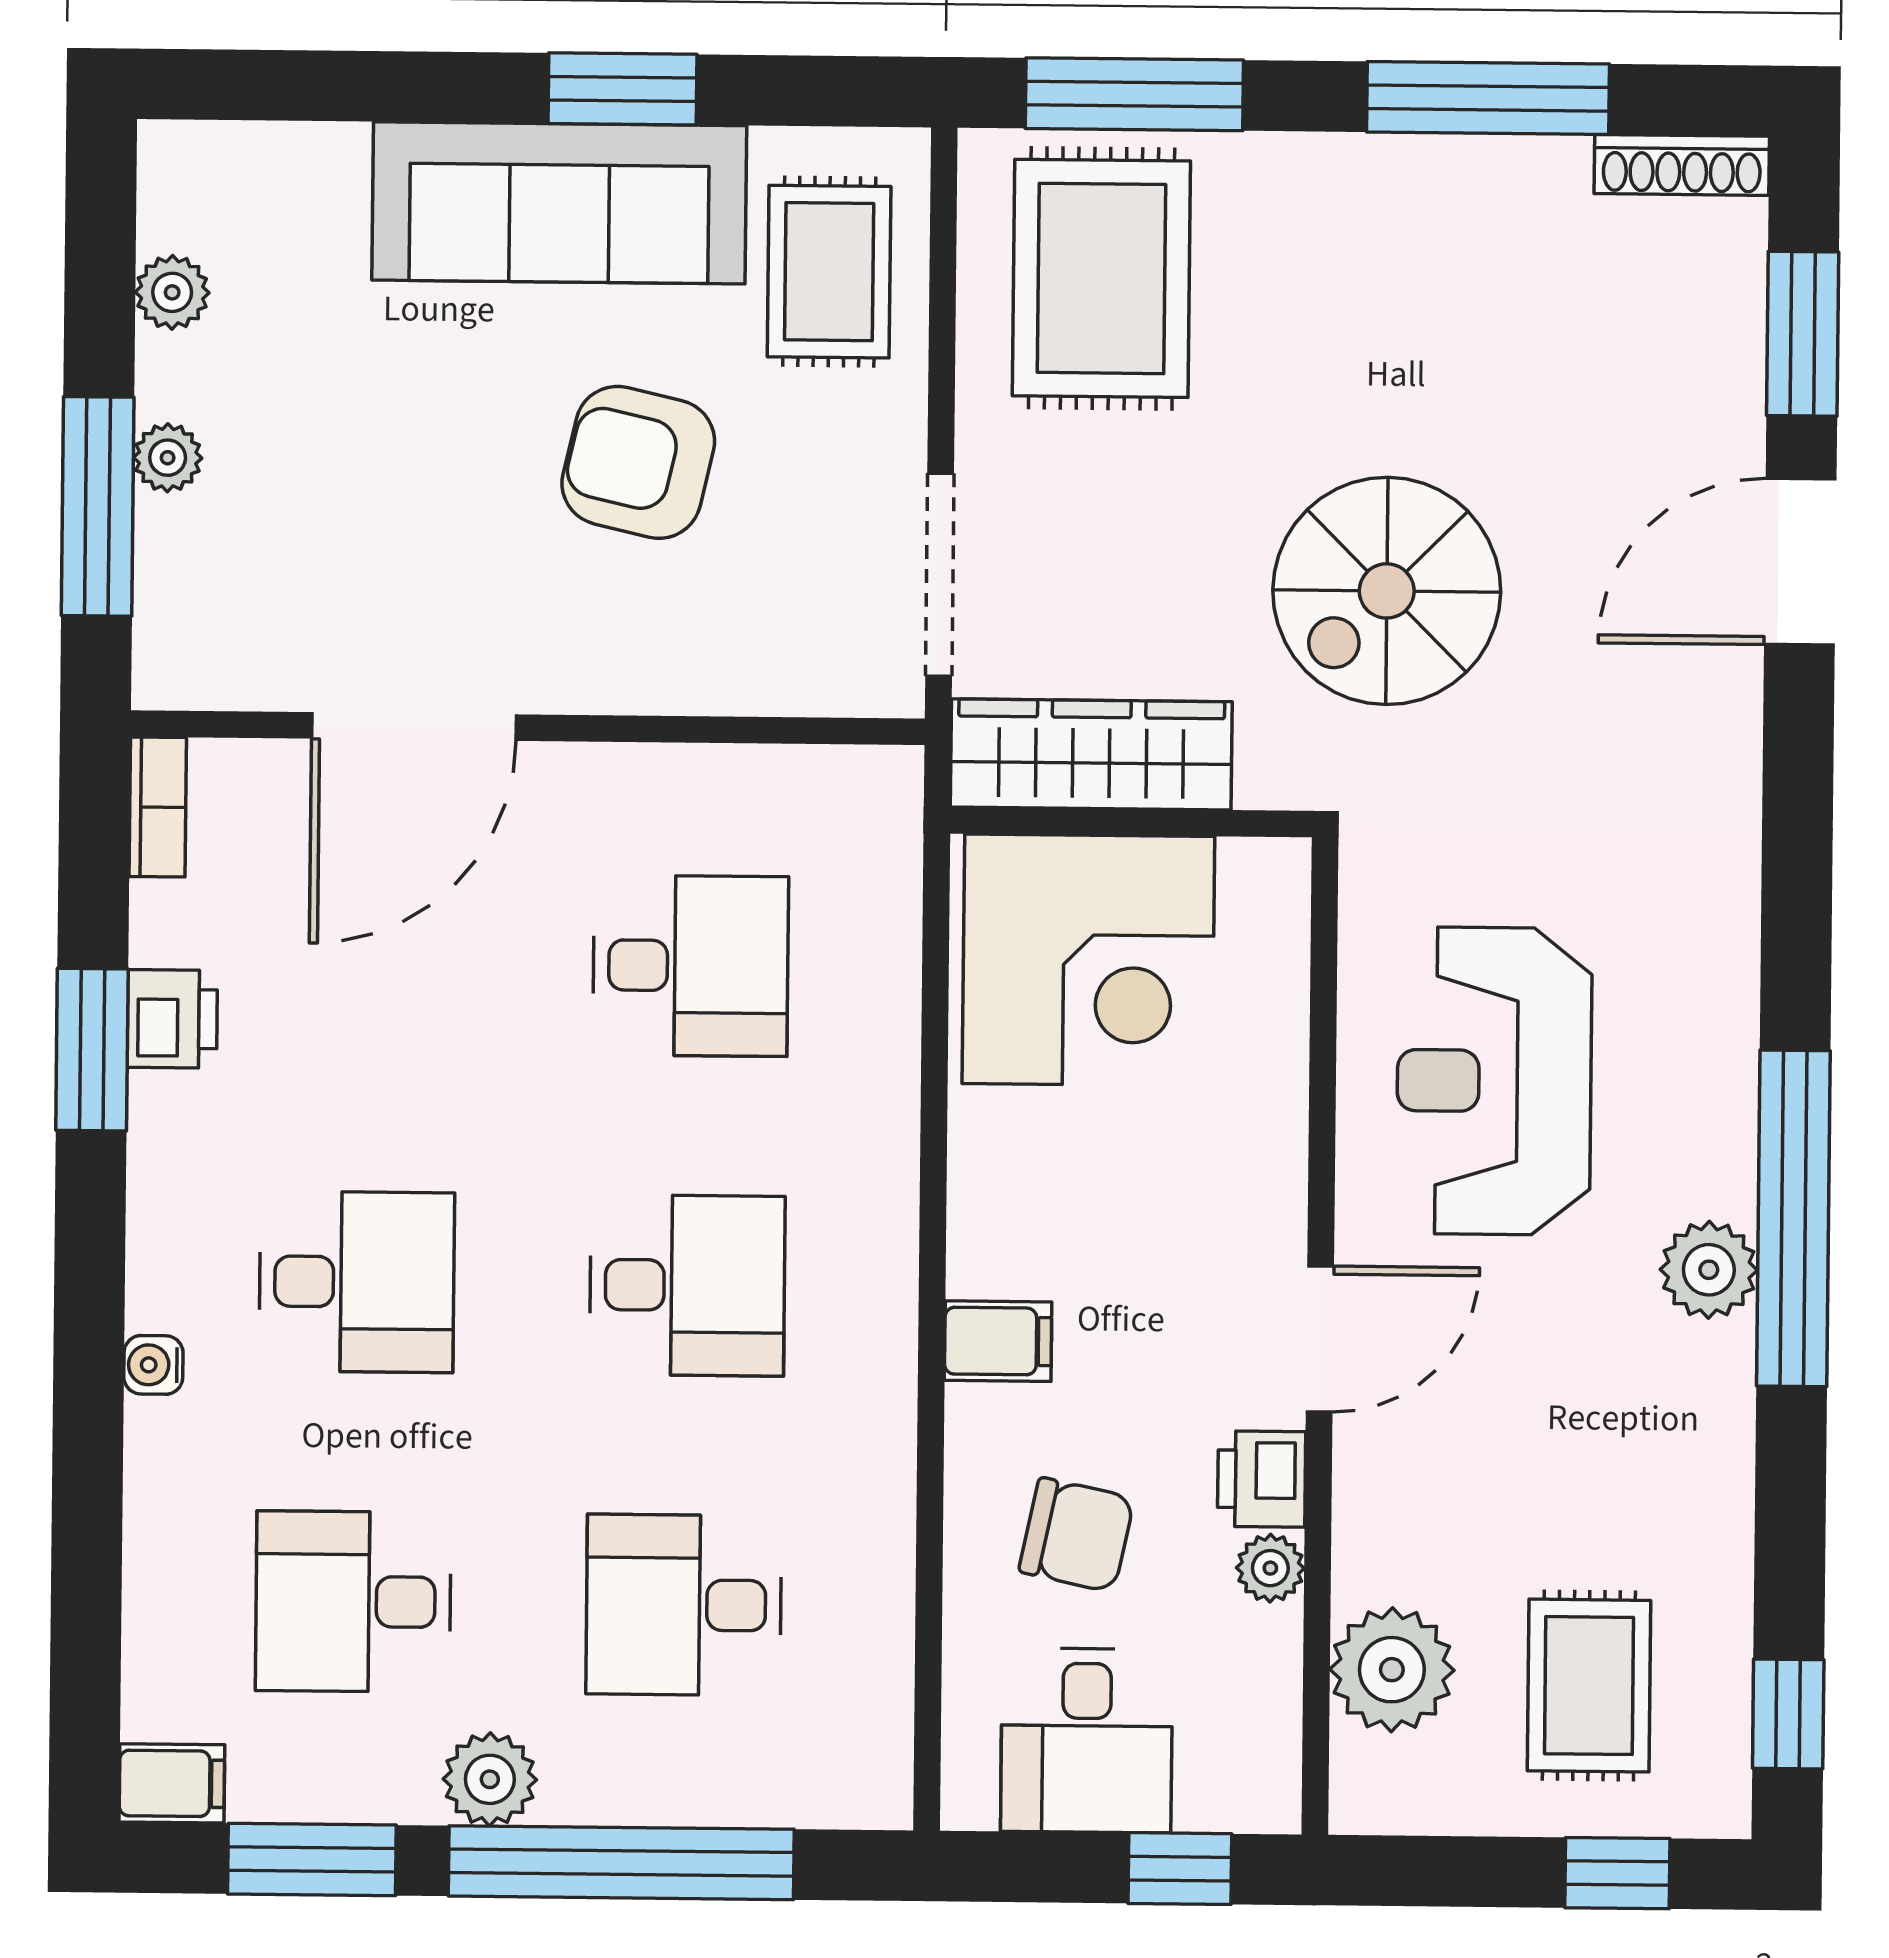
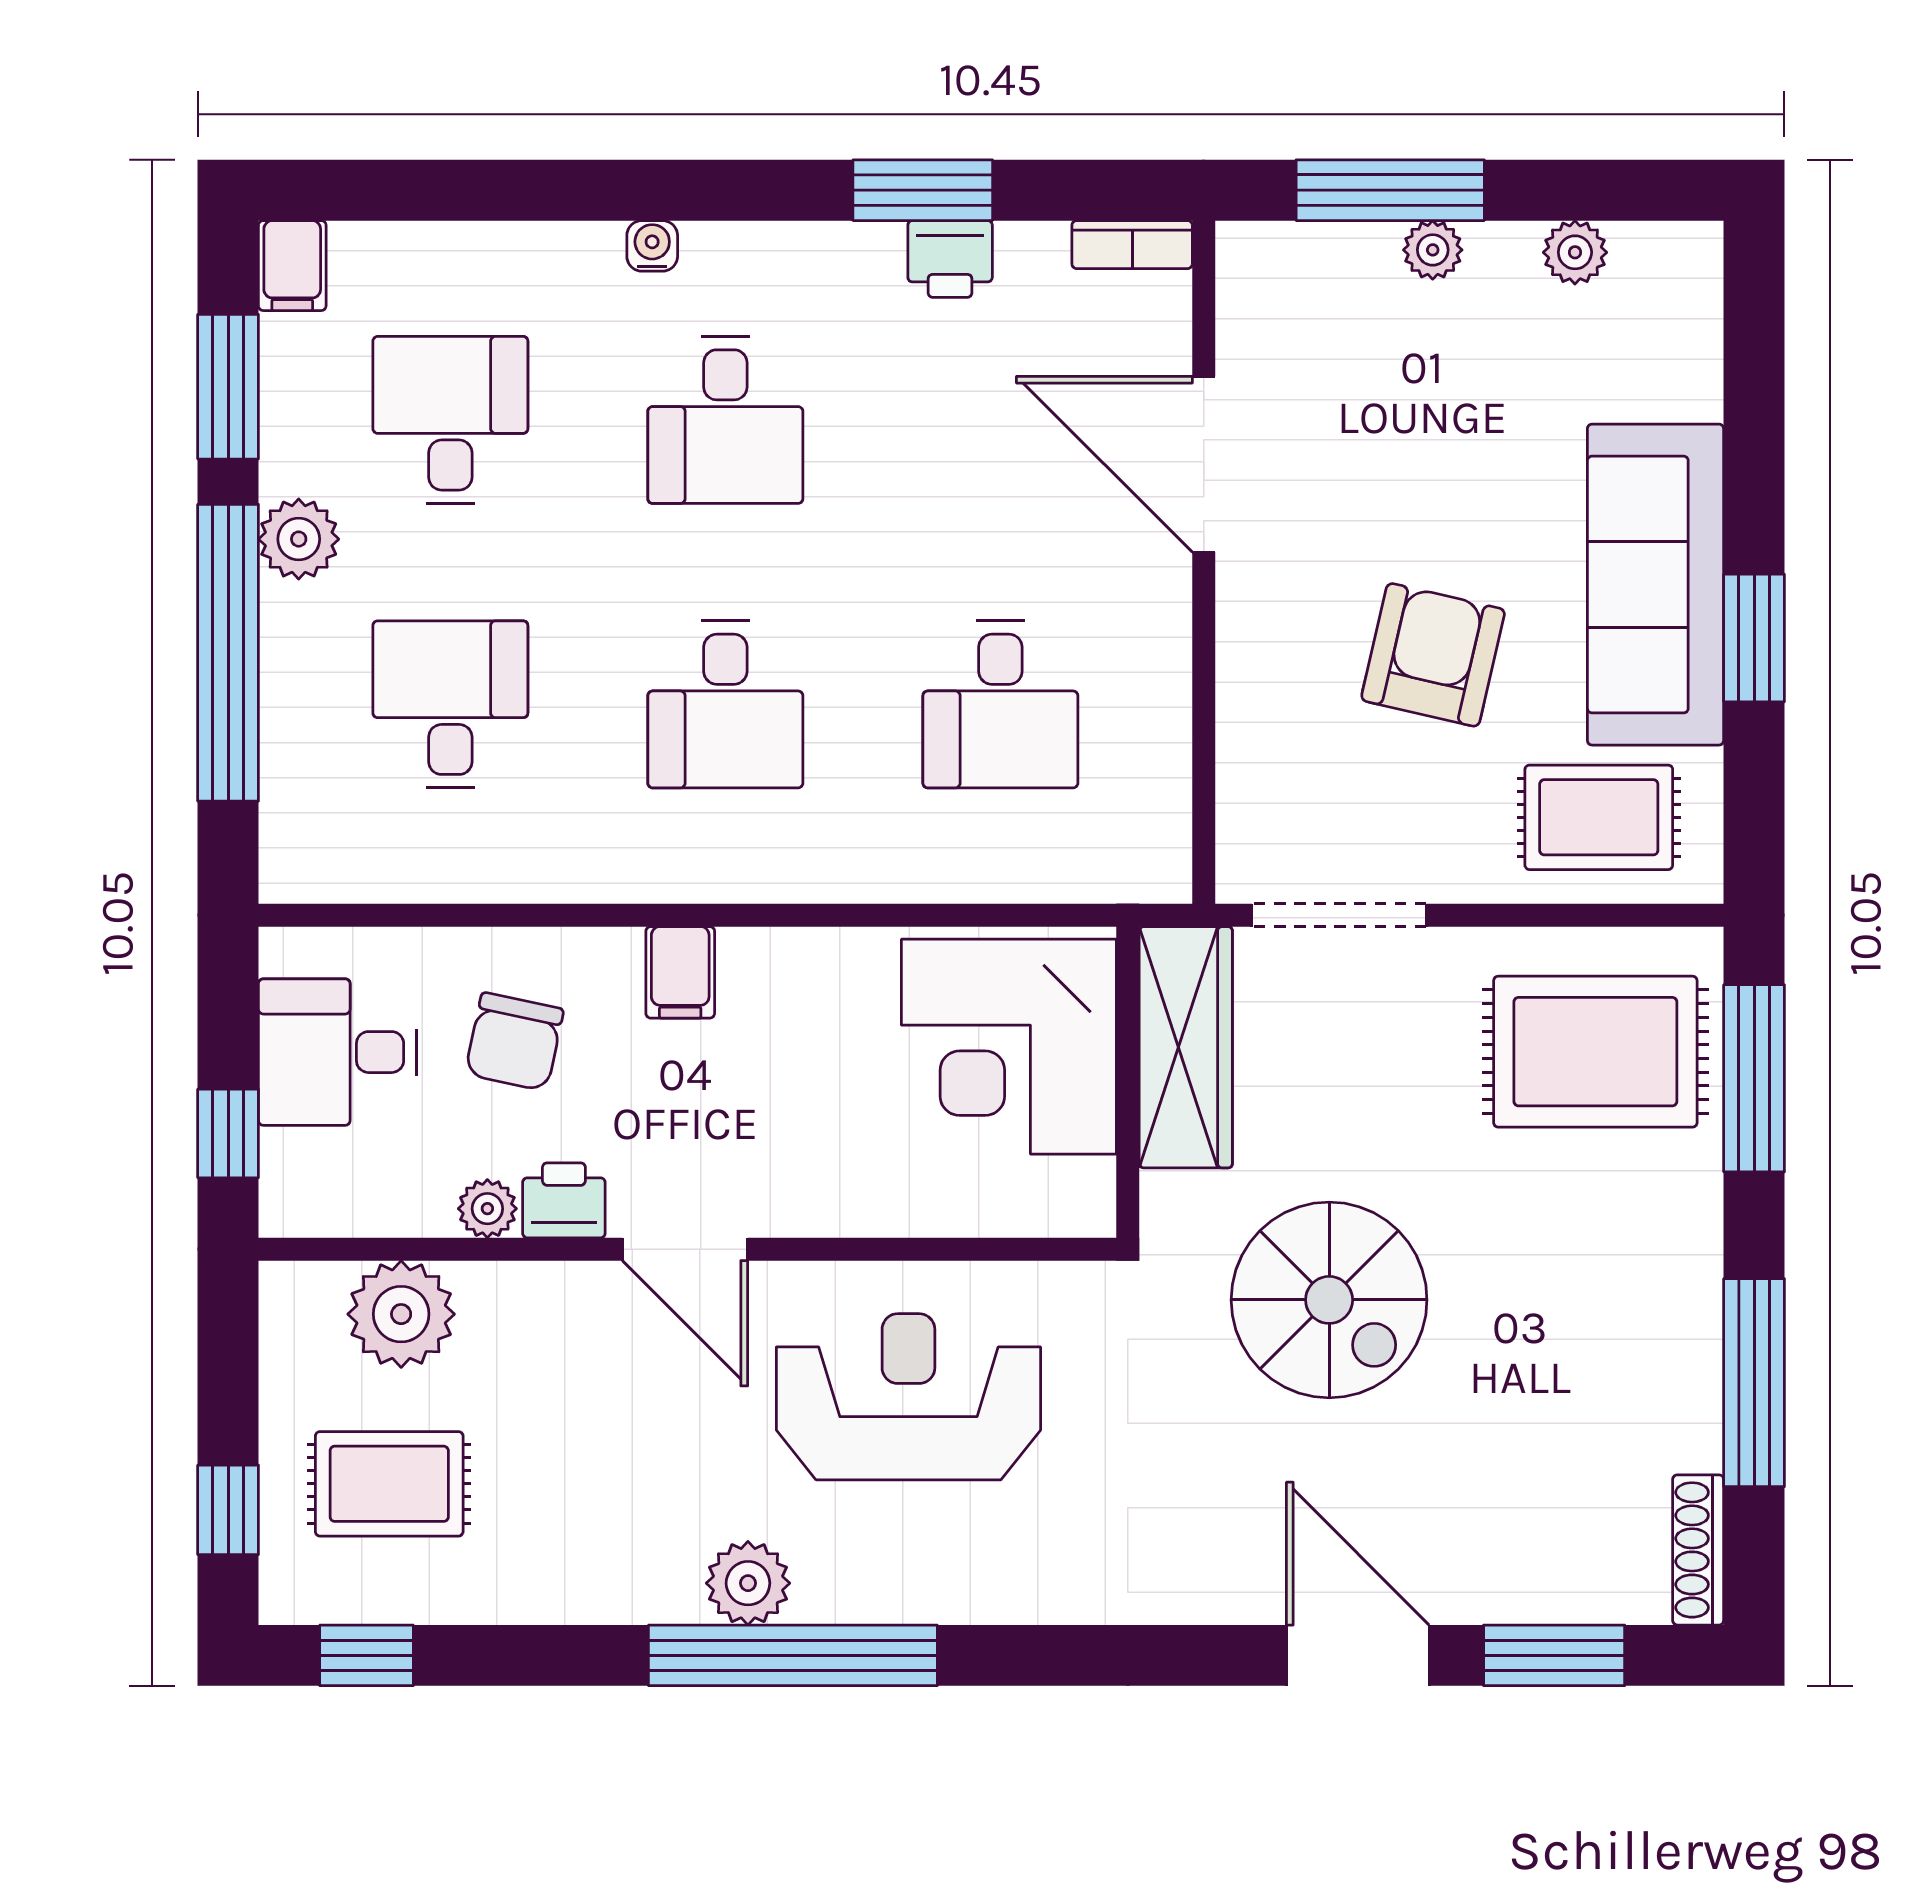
spiral stairs: (1387, 591) -> (1329, 1300), turned 180

